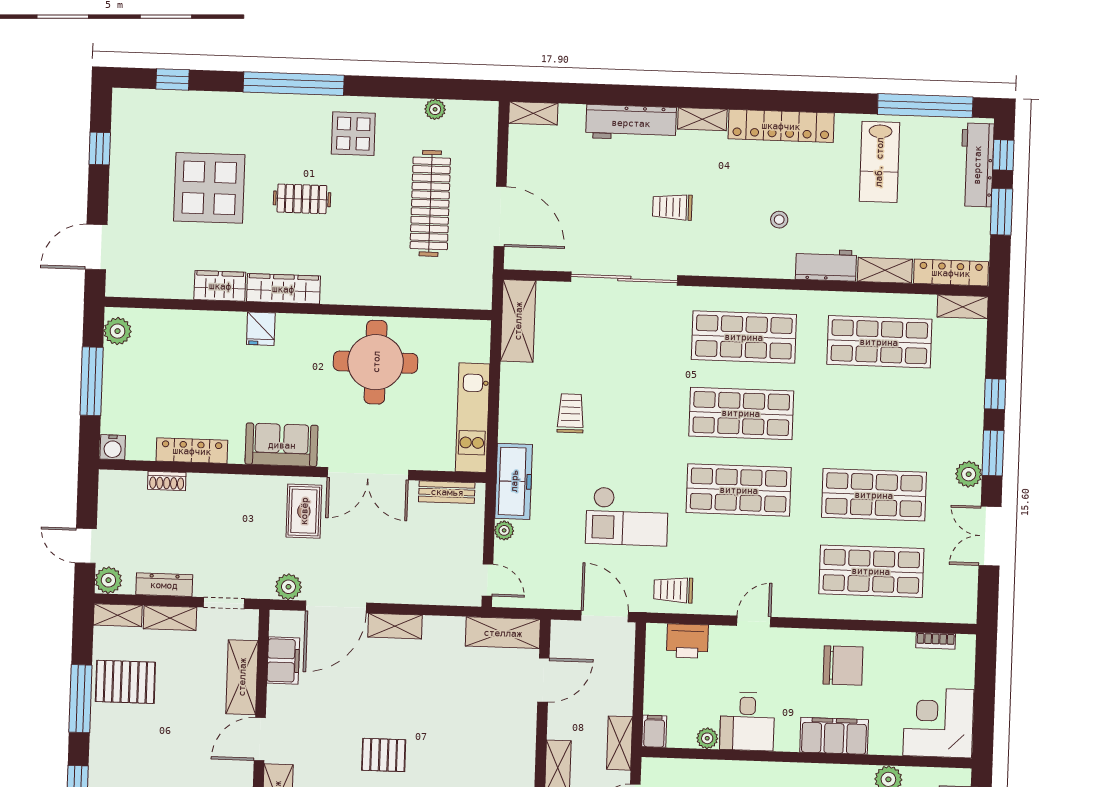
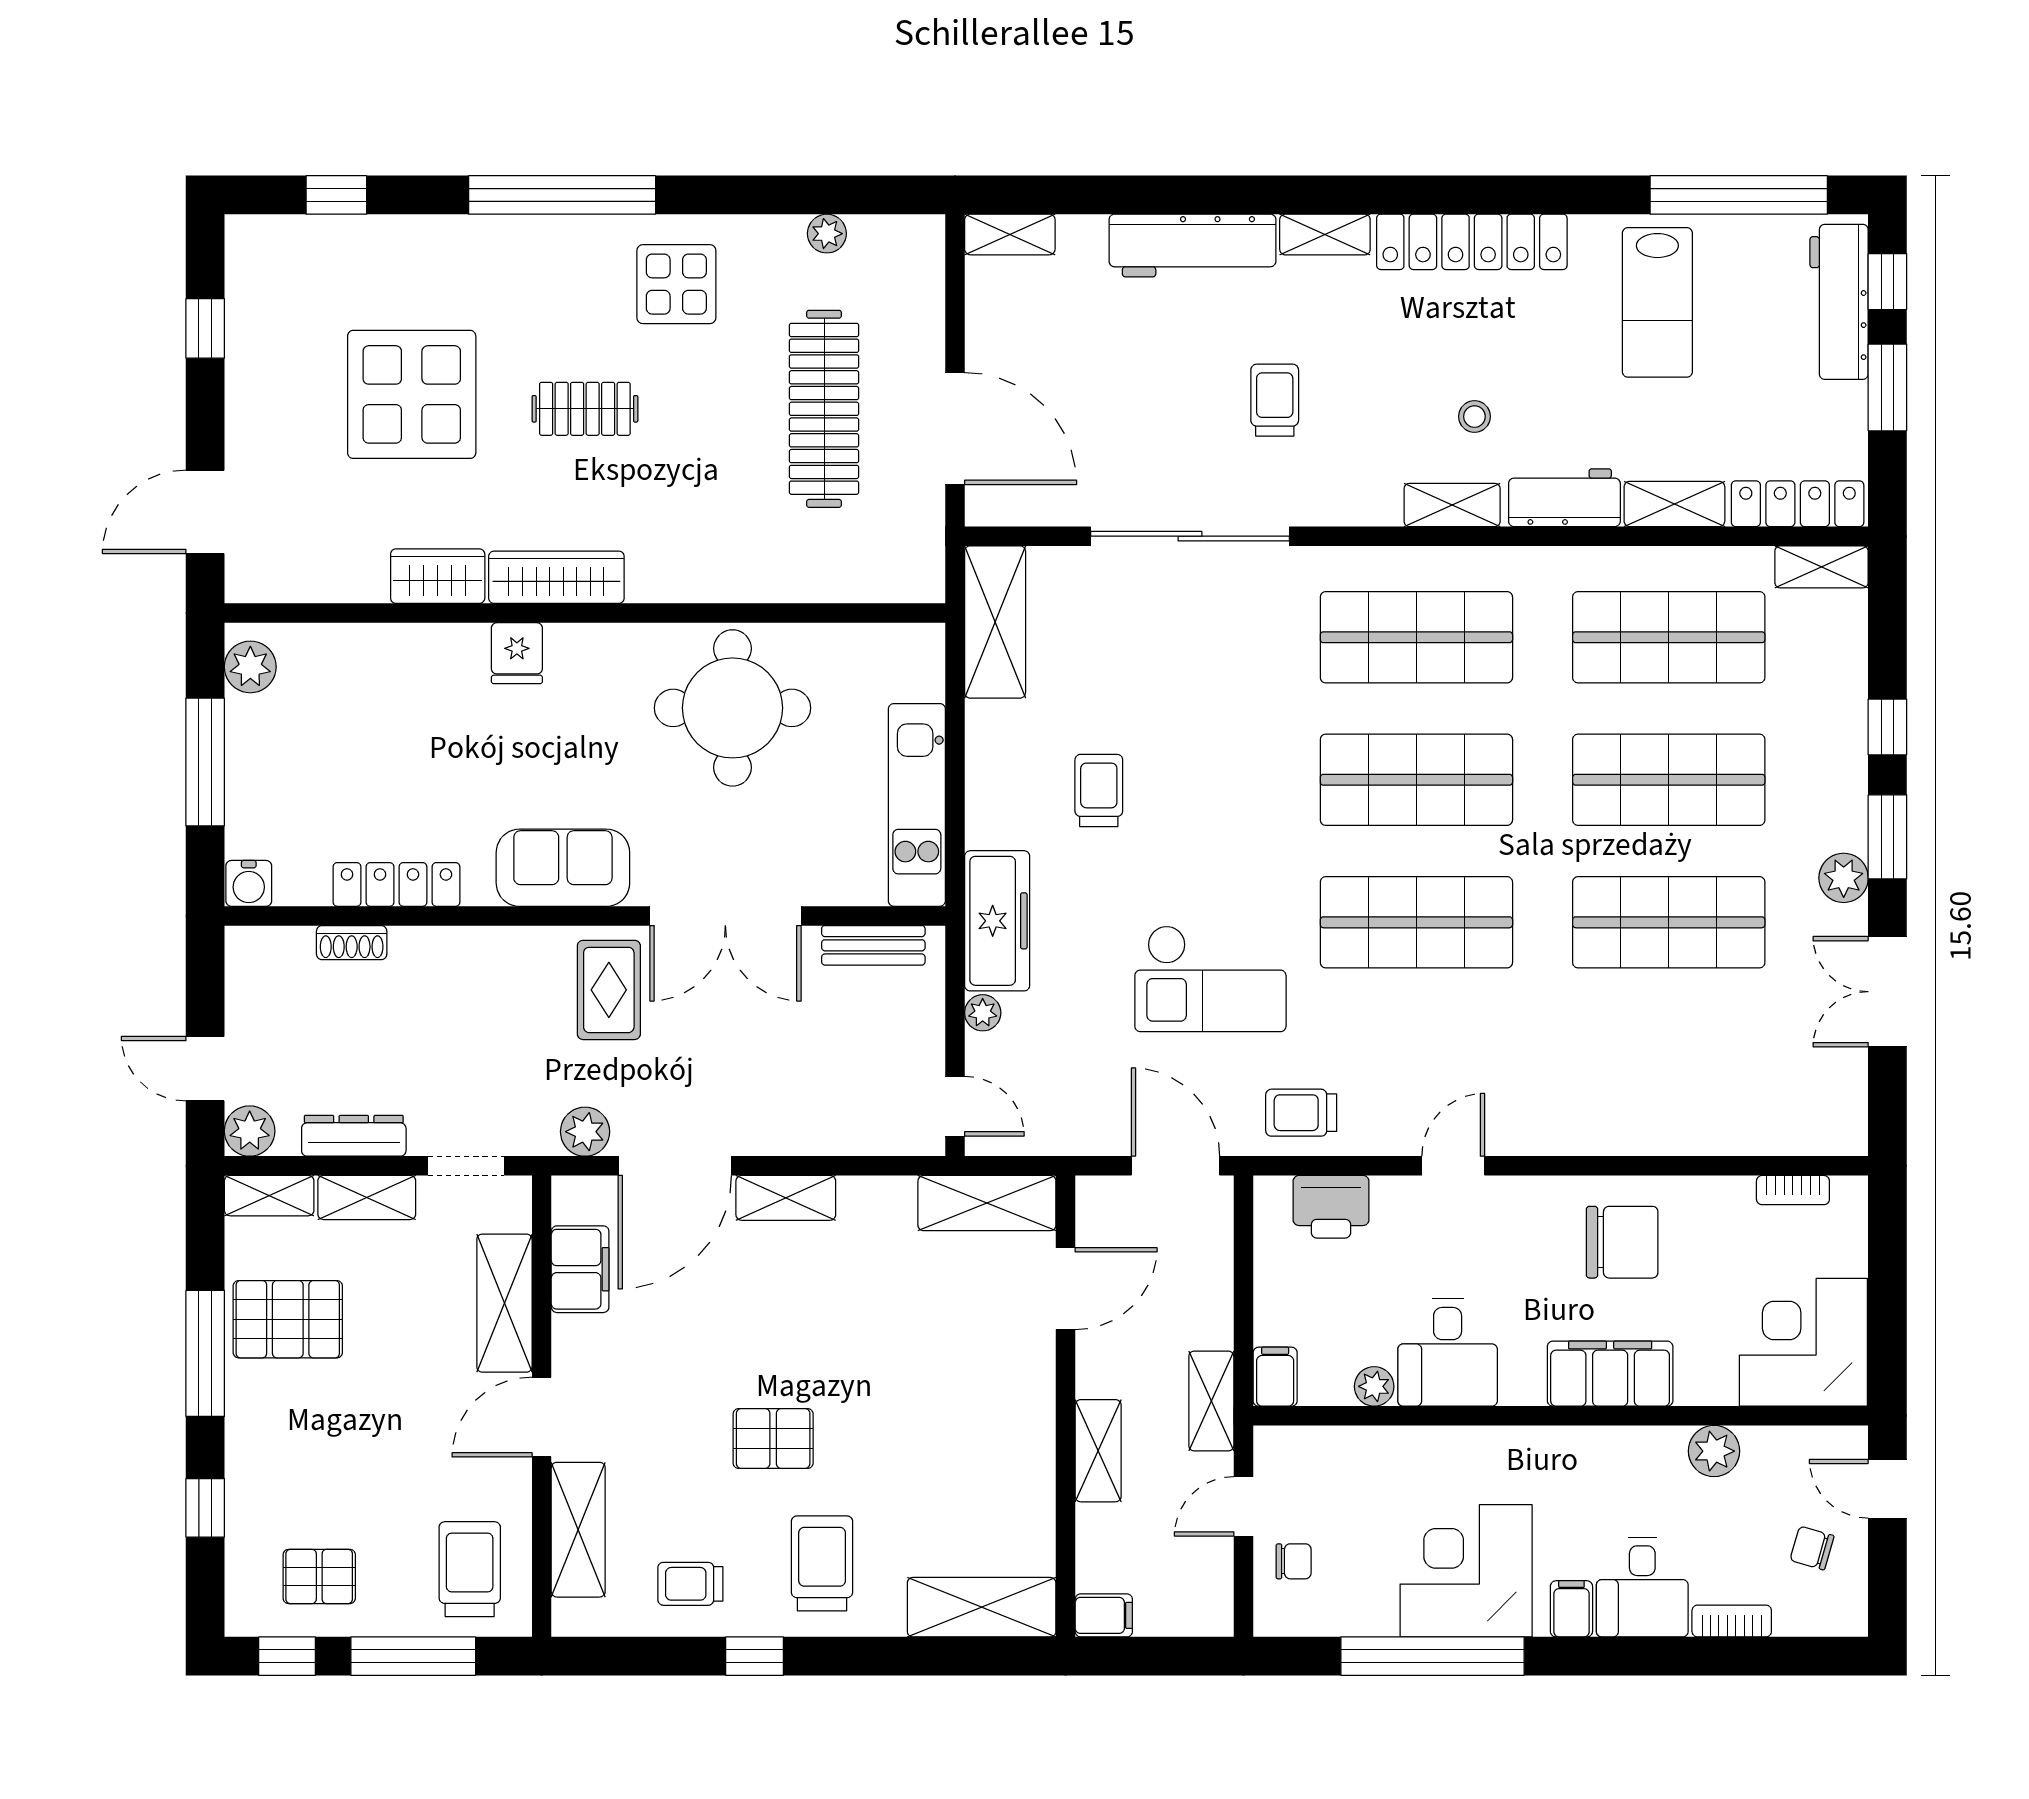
trolley: (672, 207) -> (1275, 400), turned 90
shelving: (766, 267) -> (1452, 505), added
shop shelf: (871, 571) -> (1669, 780), moved

